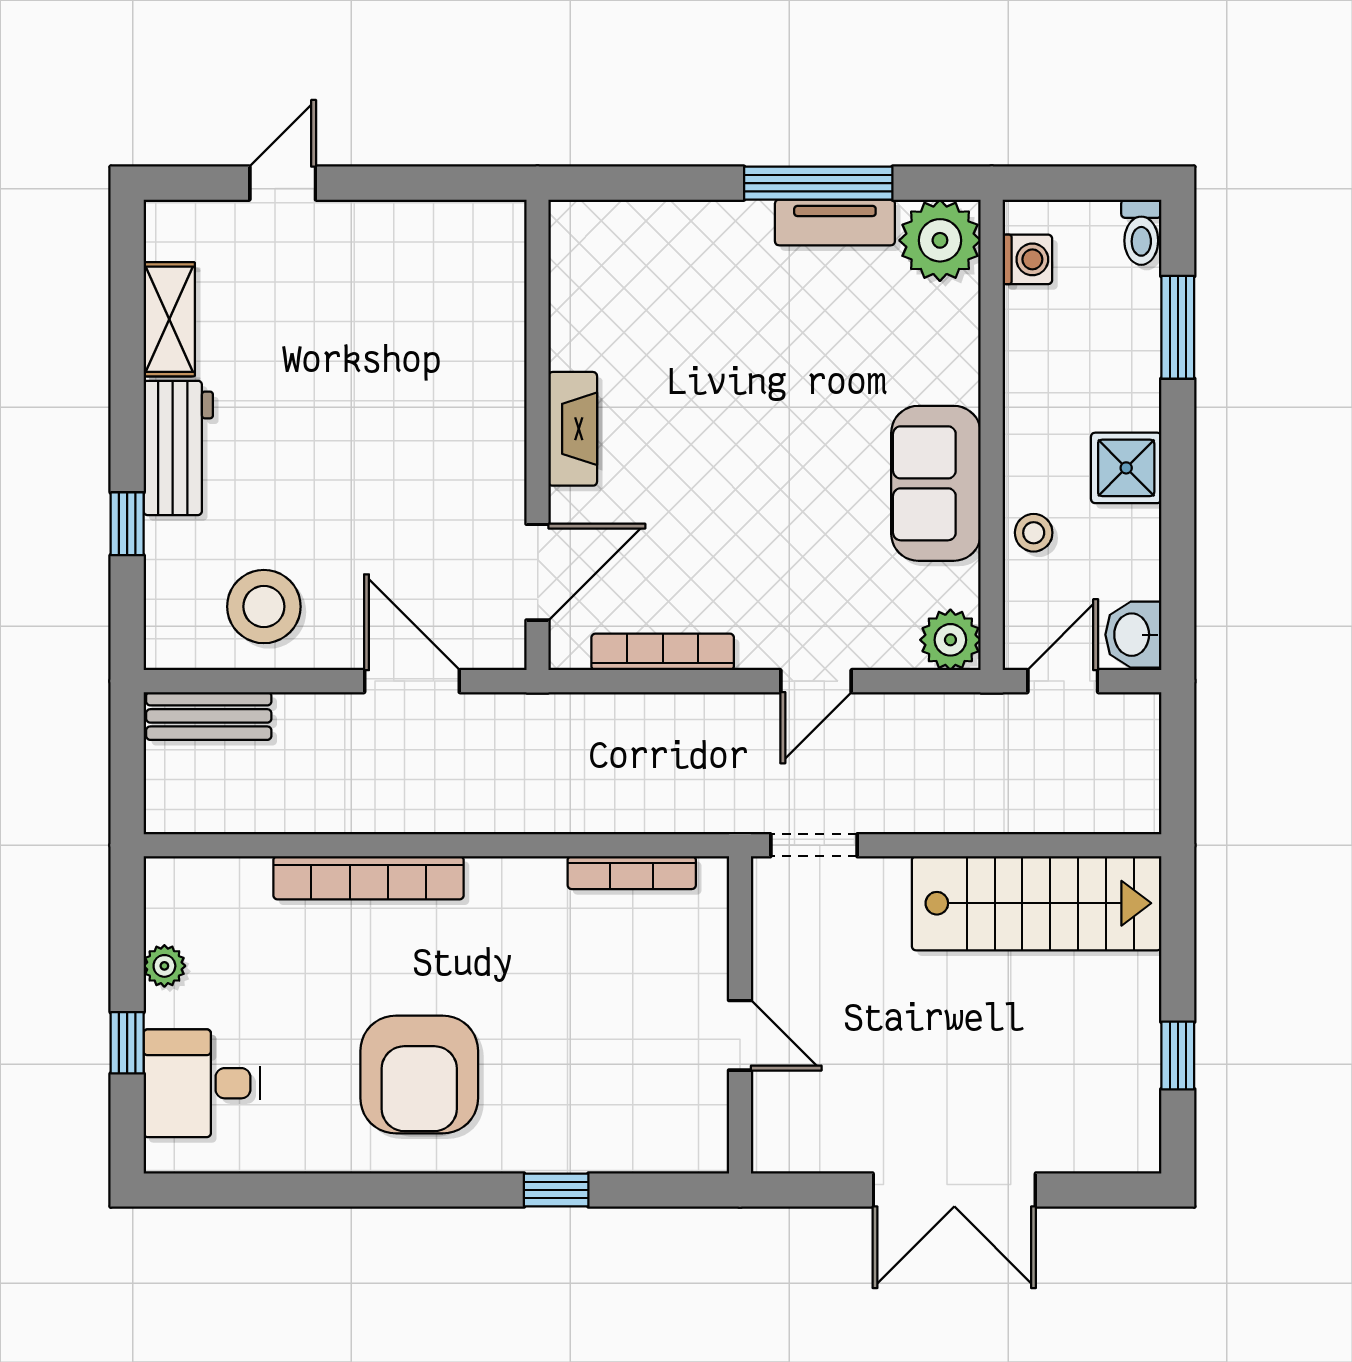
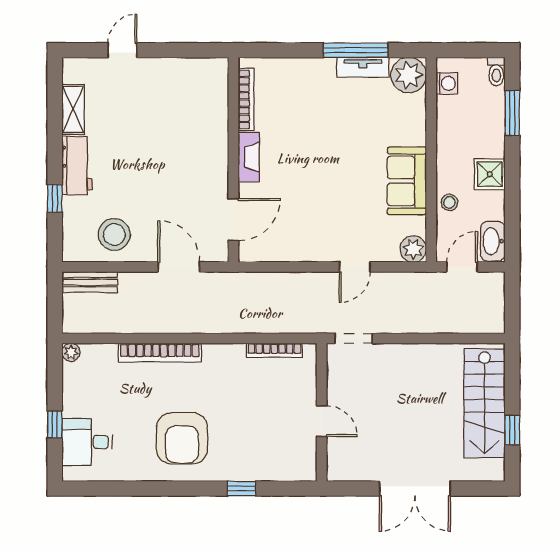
washbasin: (1133, 635) -> (493, 241), width x1.38
bookcase: (663, 652) -> (246, 99), moved, turned 90
stairs: (1037, 903) -> (485, 403), moved, turned 90
plant: (164, 966) -> (71, 352), moved

